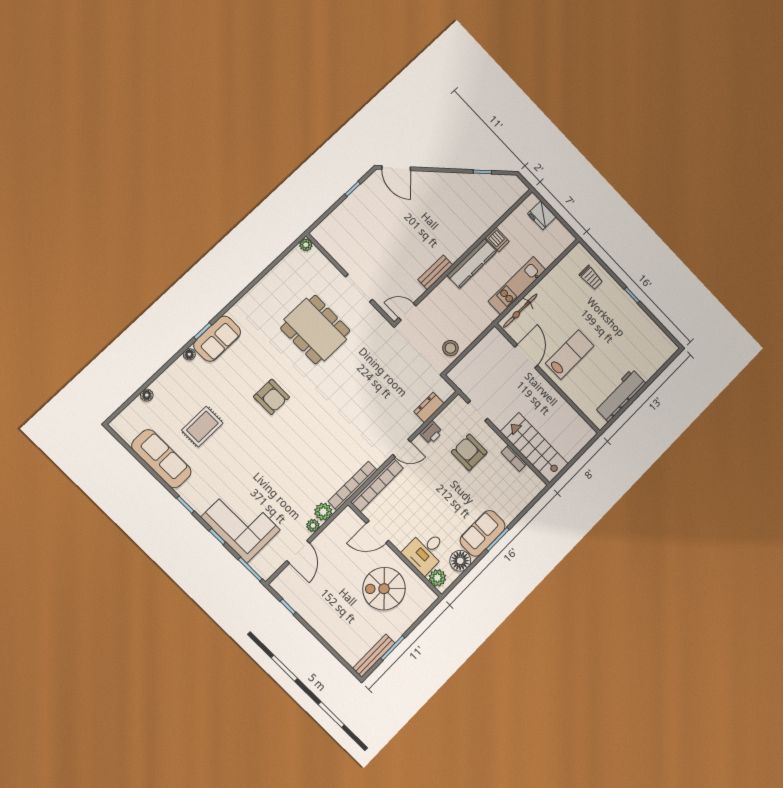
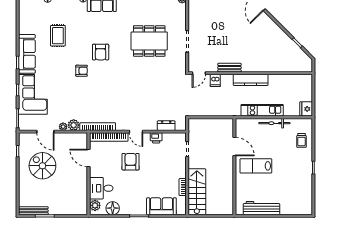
fridge: (542, 215) -> (306, 109), moved
dishwasher: (497, 239) -> (215, 80), moved
bicycle: (520, 311) -> (274, 123), moved
door: (407, 312) -> (199, 73), swing flipped
dining table: (315, 329) -> (149, 41), turned 90
stool: (450, 348) -> (203, 109), removed
lab bench: (570, 355) -> (256, 166), turned 180
door: (526, 356) -> (234, 147), hinge flipped
rug: (202, 427) -> (58, 36), turned 90
armchair: (271, 440) -> (82, 71), added
armchair: (469, 452) -> (131, 162), moved
sofa: (161, 459) -> (27, 54), moved
sofa: (483, 533) -> (161, 206), moved
door: (298, 552) -> (45, 132), hinge flipped
spiral stairs: (384, 589) -> (42, 166), moved

